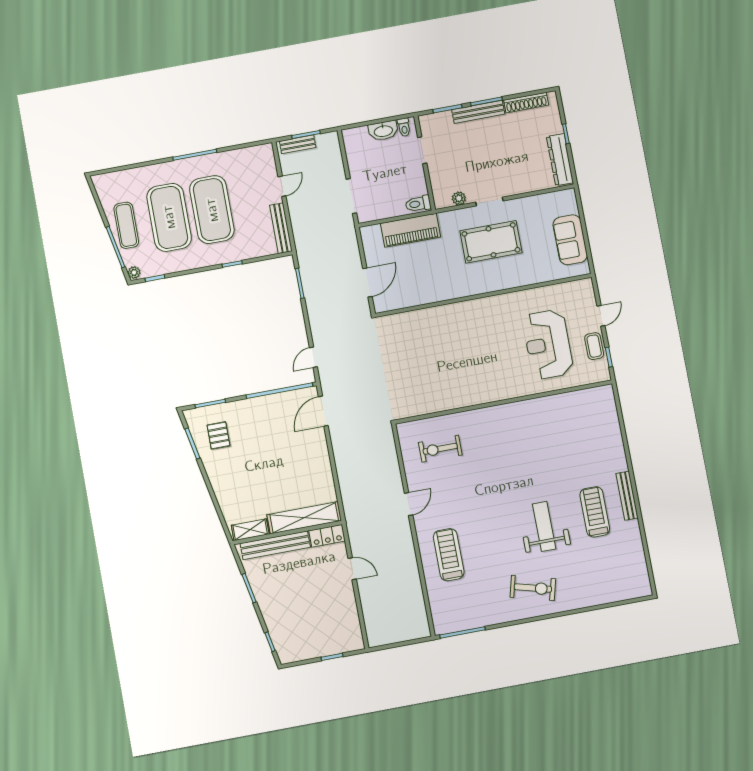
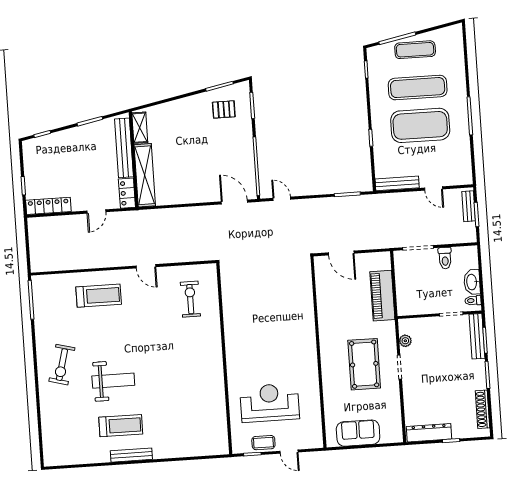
bench: (478, 112) -> (477, 336), moved
toilet: (418, 204) -> (445, 258), moved, turned 180
exercise mat: (169, 217) -> (418, 88), width x0.68
plant: (134, 273) -> (373, 52), removed
locker: (352, 625) -> (48, 206), added

